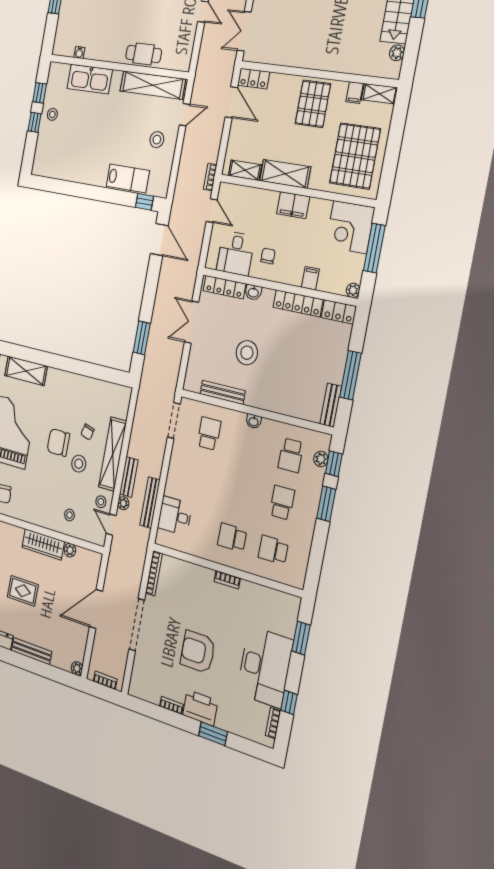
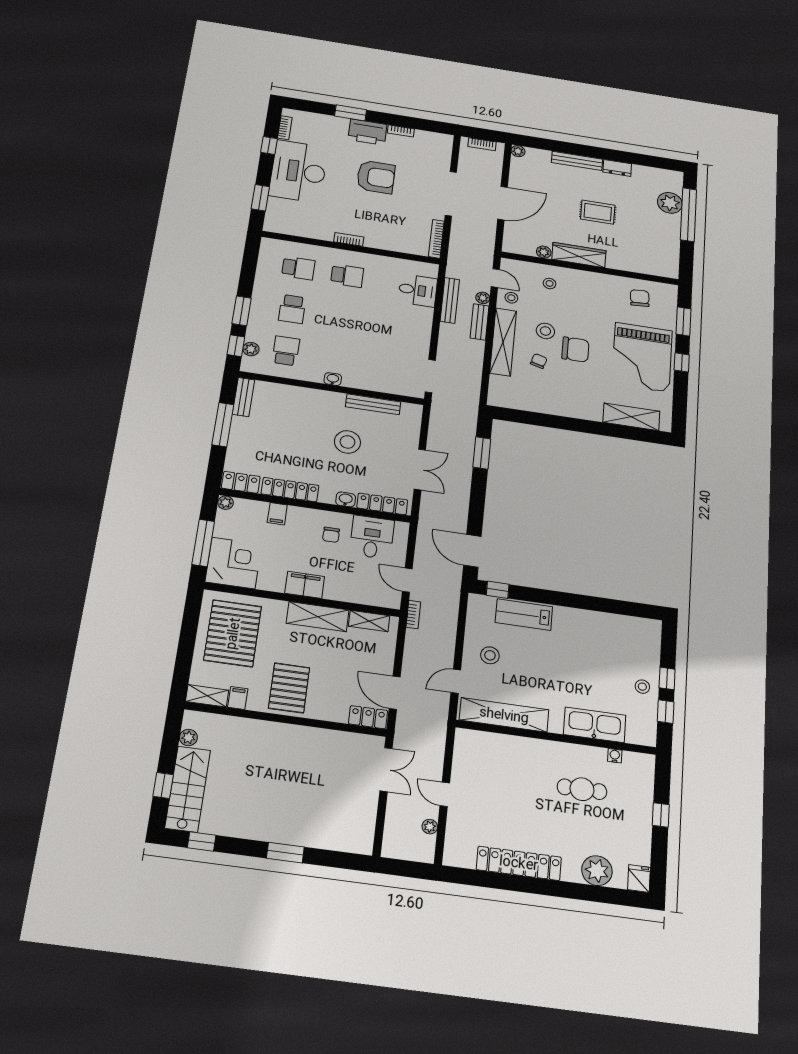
cafe table: (144, 54) -> (582, 789), moved
school desk: (209, 434) -> (385, 366), removed

